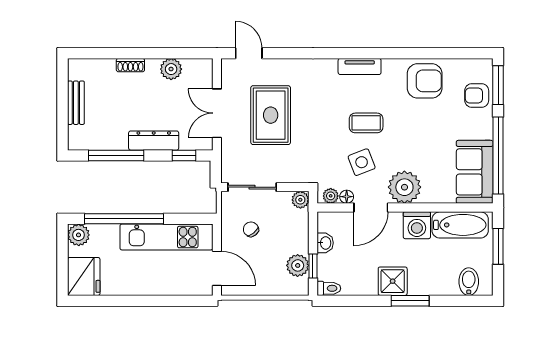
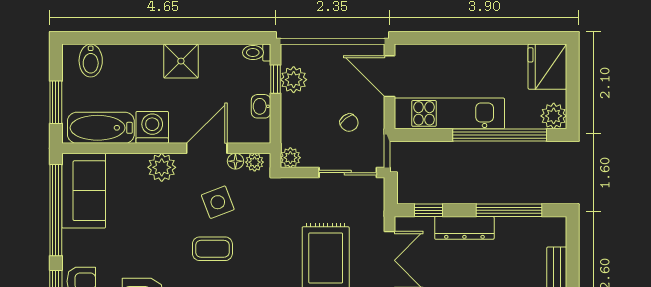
plant: (404, 187) -> (162, 167), width x0.73, depth x0.73
window: (410, 301) -> (160, 38), removed

